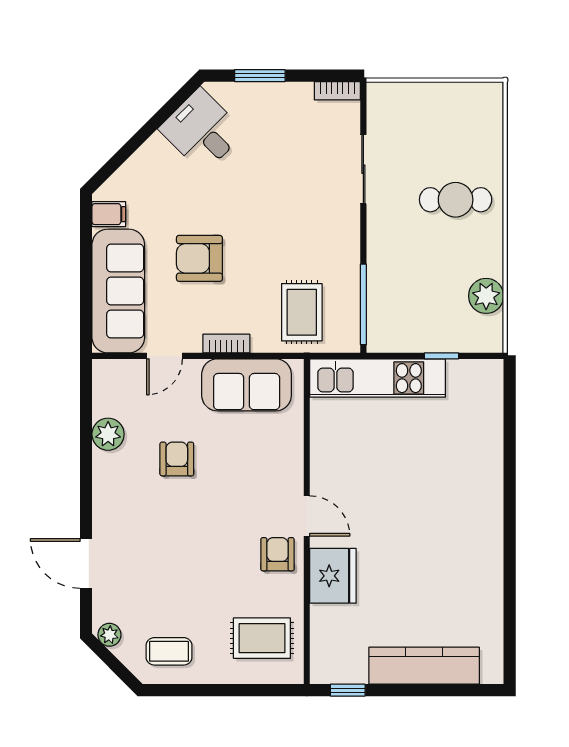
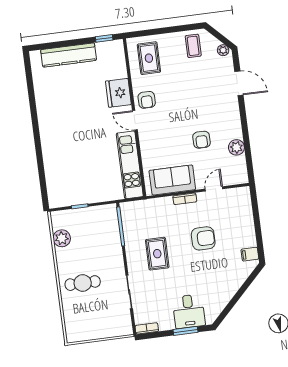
desk: (202, 131) -> (189, 311), moved, turned 45
sofa: (118, 291) -> (240, 217), removed
rug: (302, 312) -> (157, 254), moved
kitchen unit: (378, 378) -> (130, 165), moved, turned -90
rug: (262, 638) -> (149, 58), turned 90
coffee table: (169, 651) -> (193, 46), turned 90

